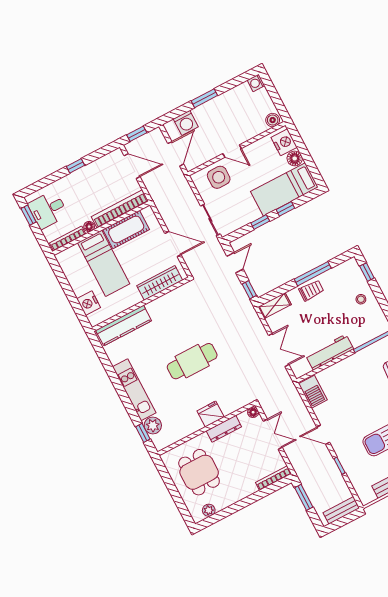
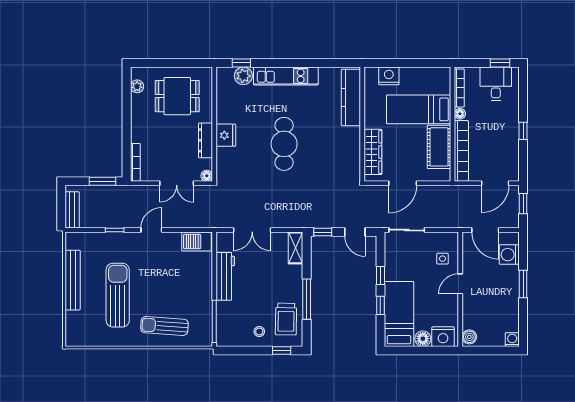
side table: (219, 177) -> (442, 259), width x0.54, depth x0.54
trolley: (311, 290) -> (286, 319), moved, width x1.36, depth x1.39

